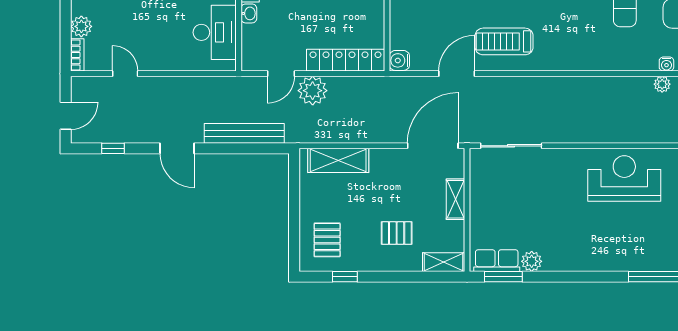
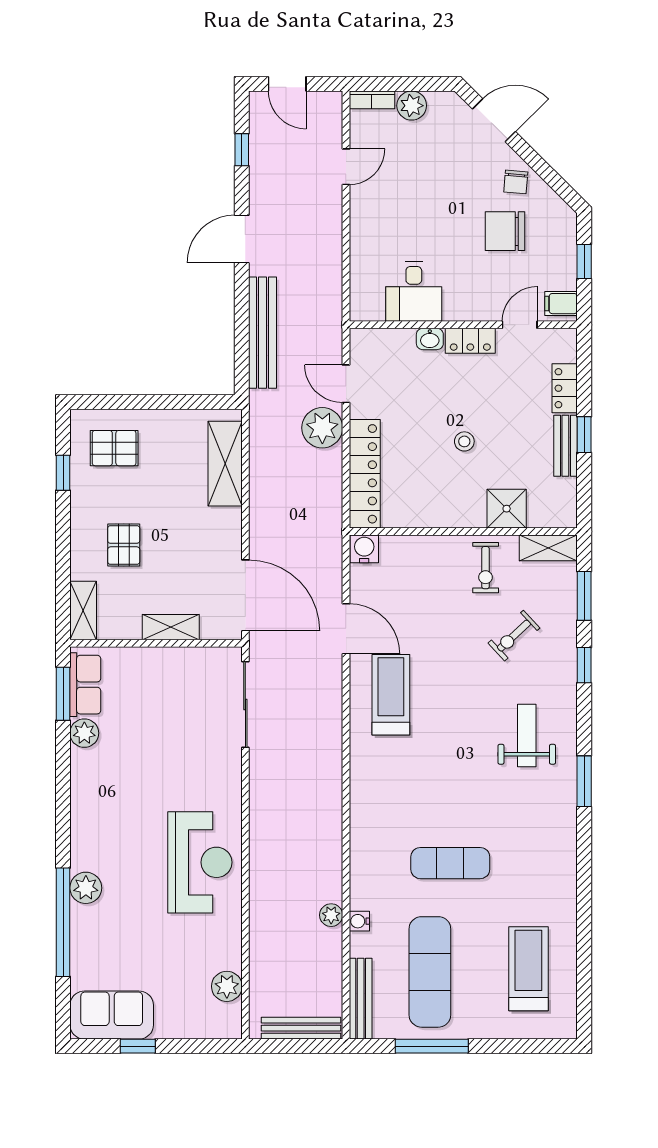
desk: (215, 32) -> (414, 292), width x0.73
plant: (643, 260) -> (86, 888), added

